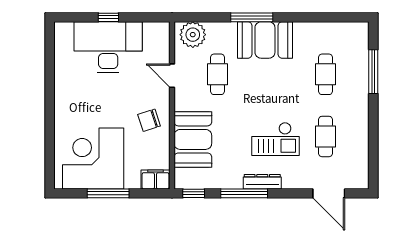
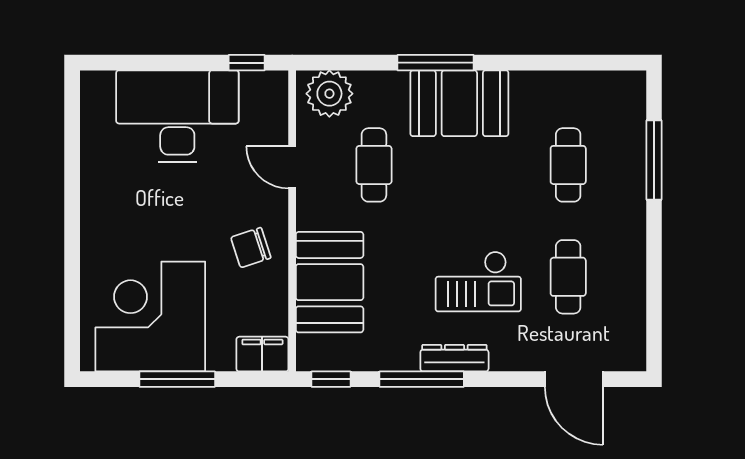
window: (108, 17) -> (247, 63), moved

